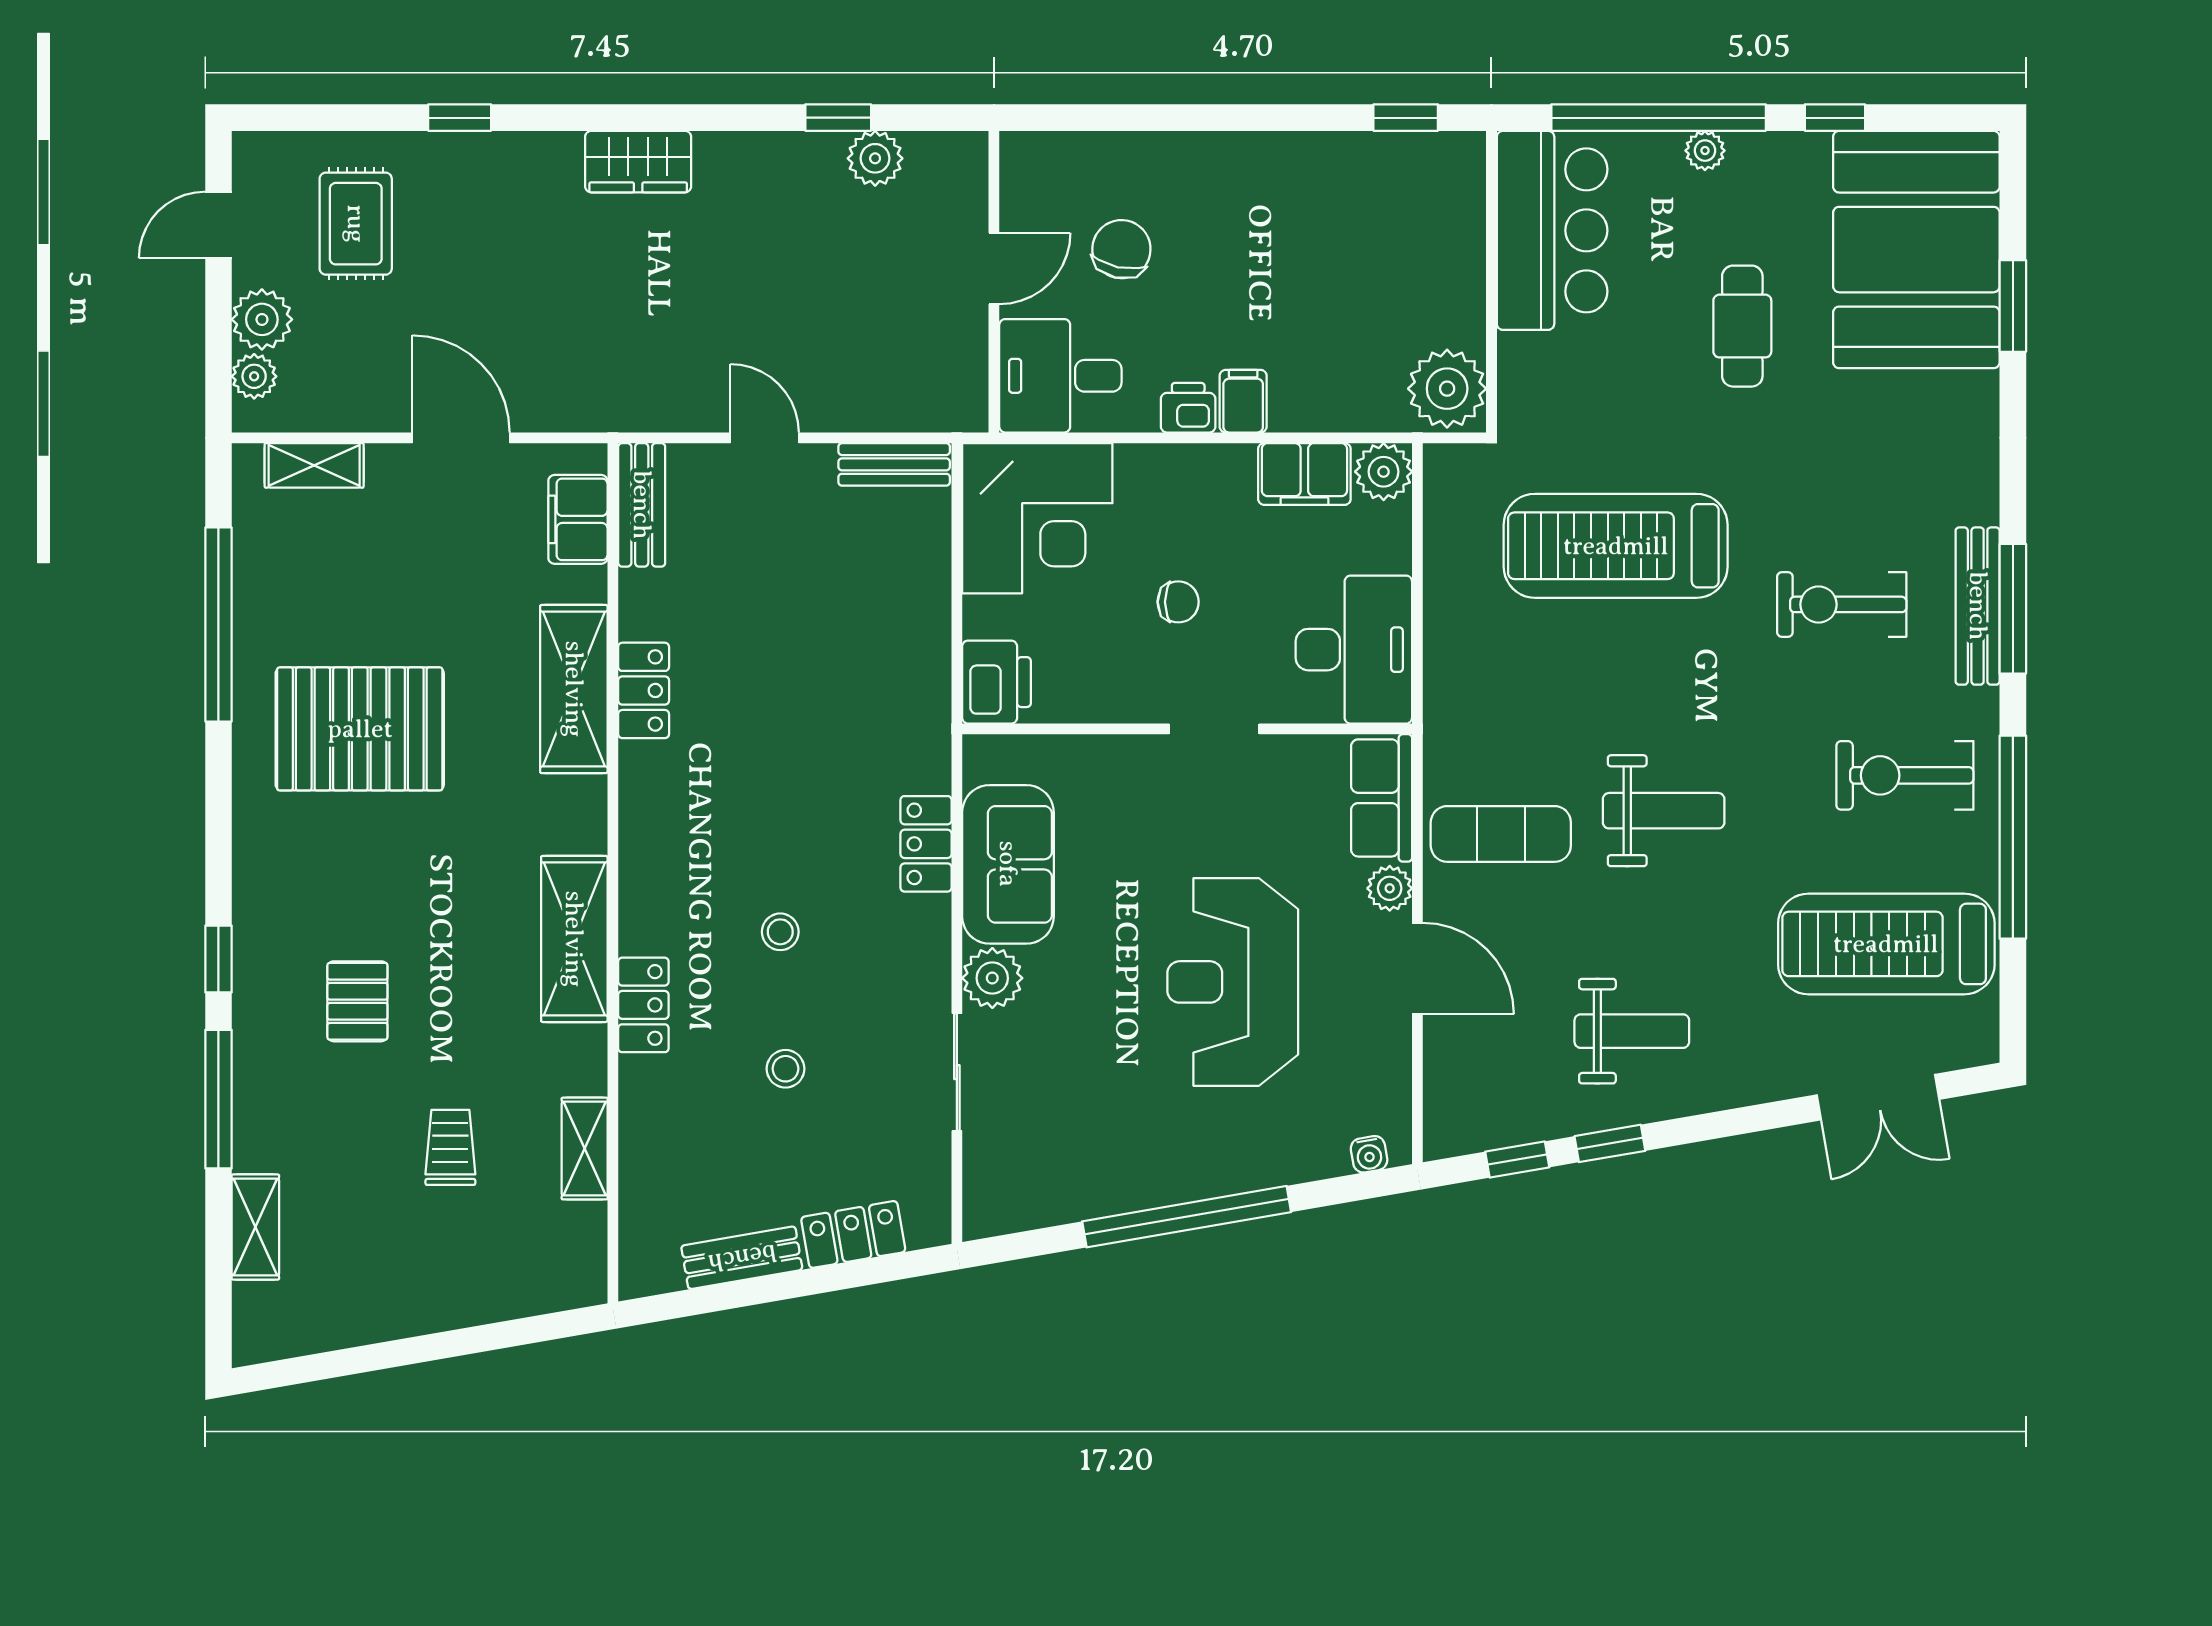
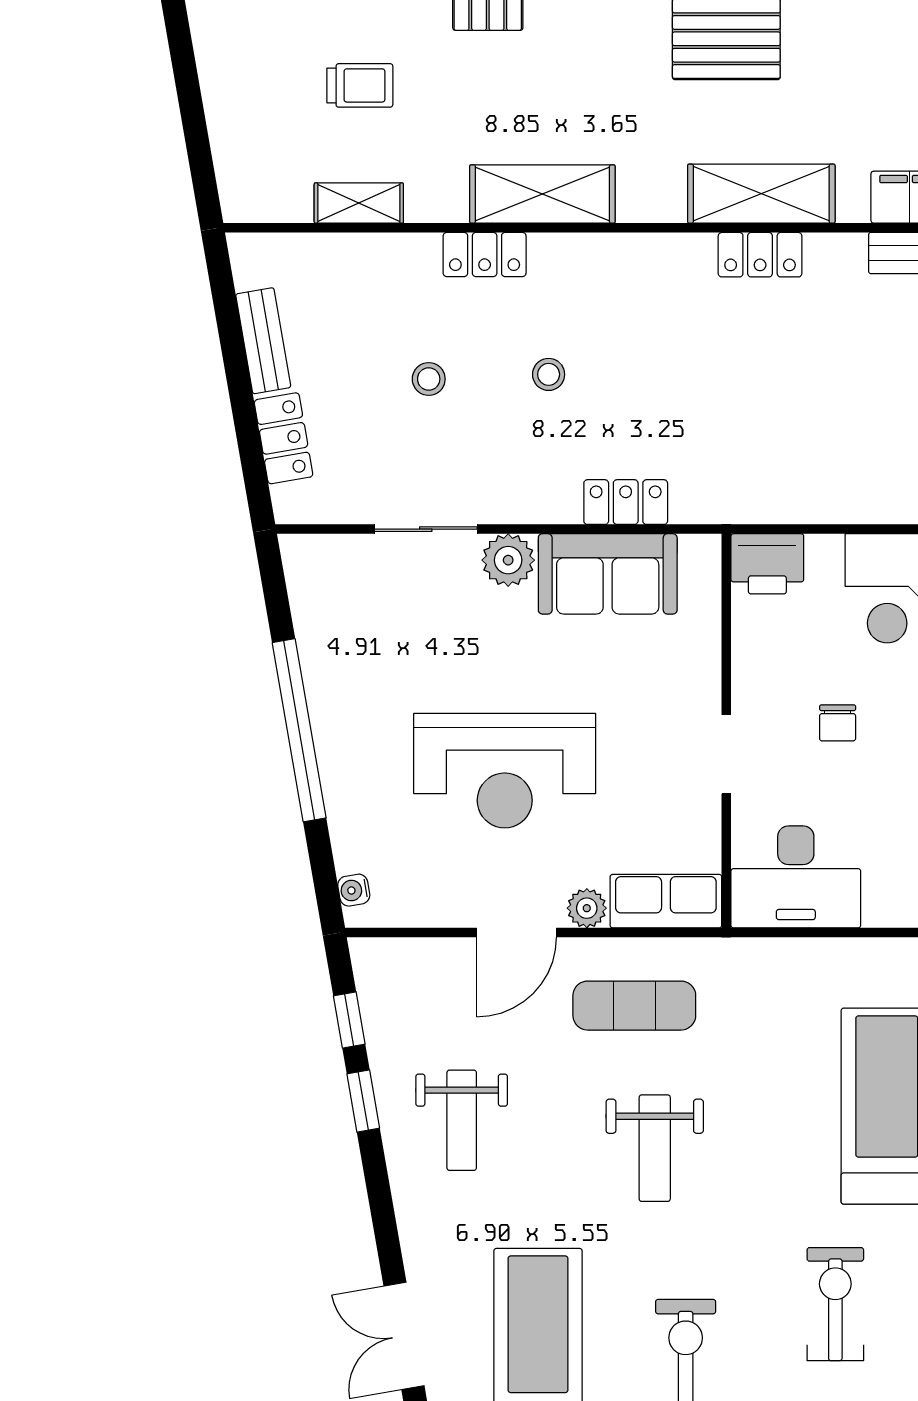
exercise mat: (1501, 834) -> (634, 1006), turned 90
reception desk: (1233, 982) -> (505, 771), turned 180

